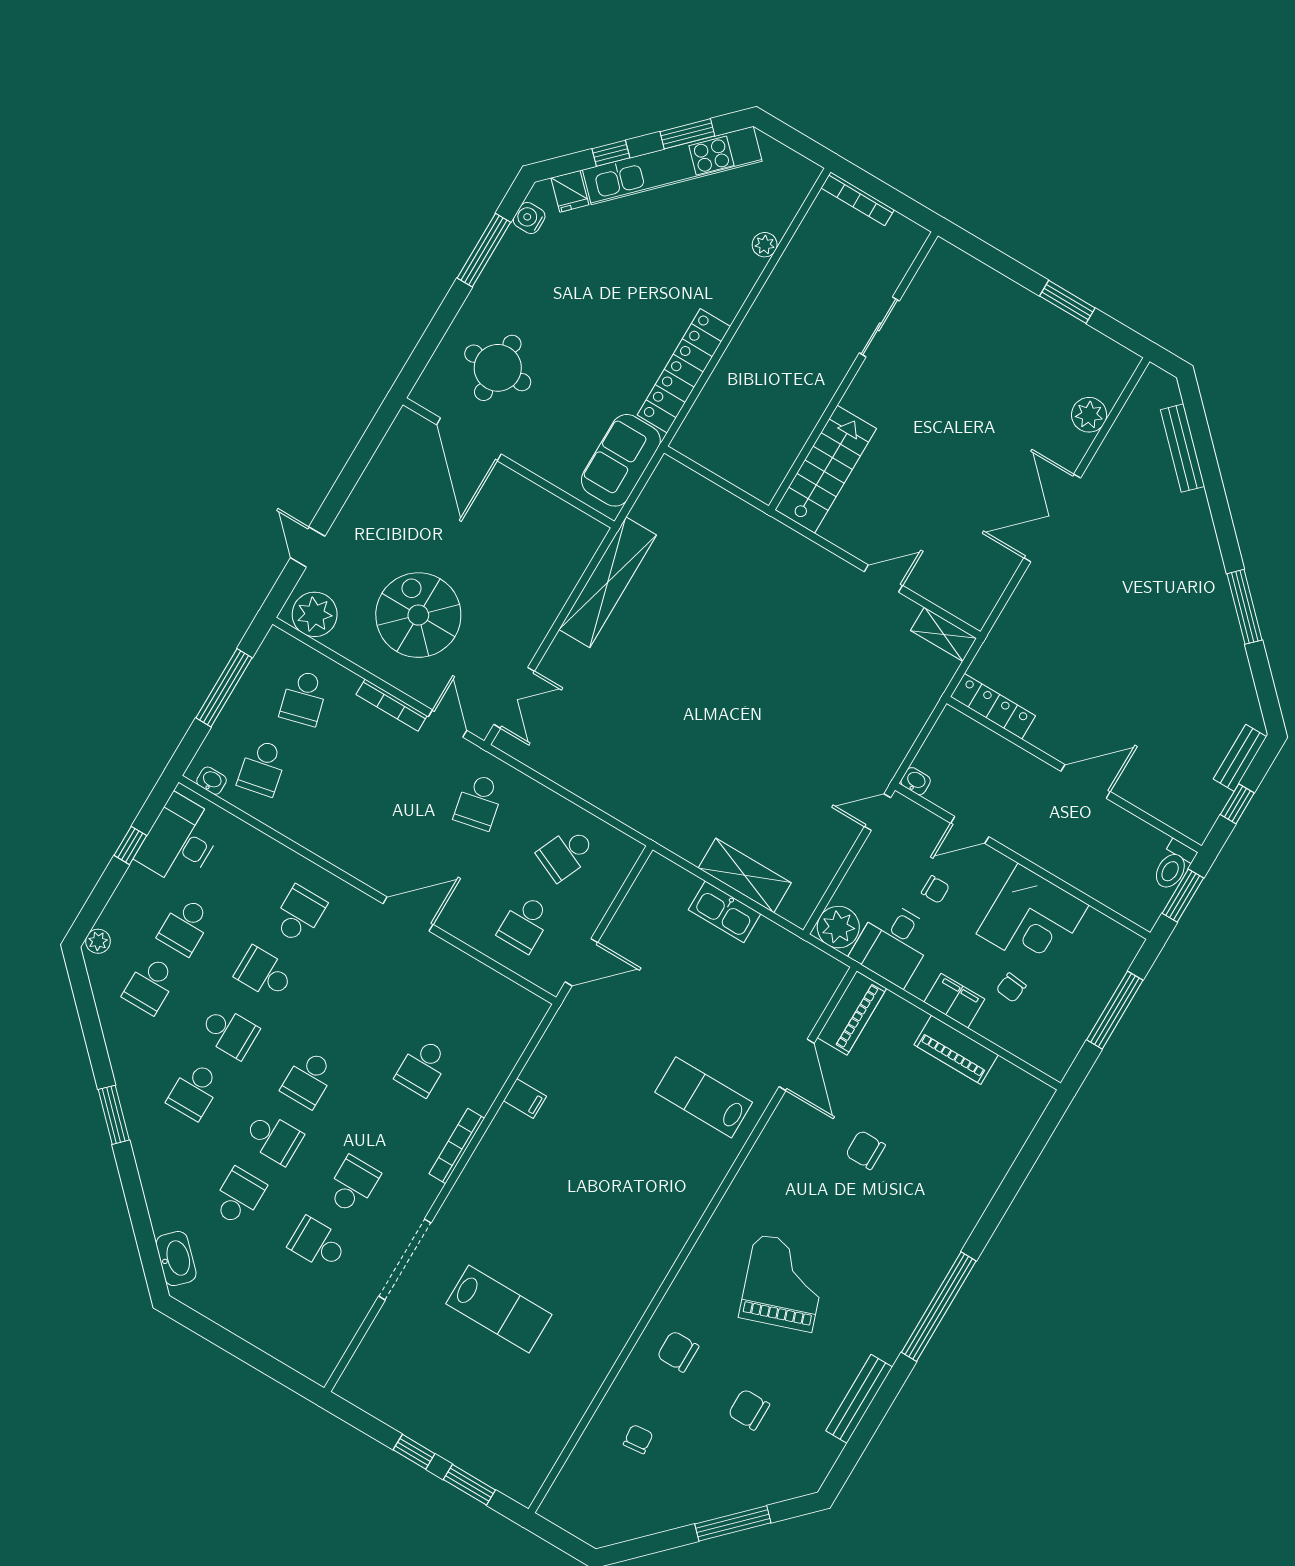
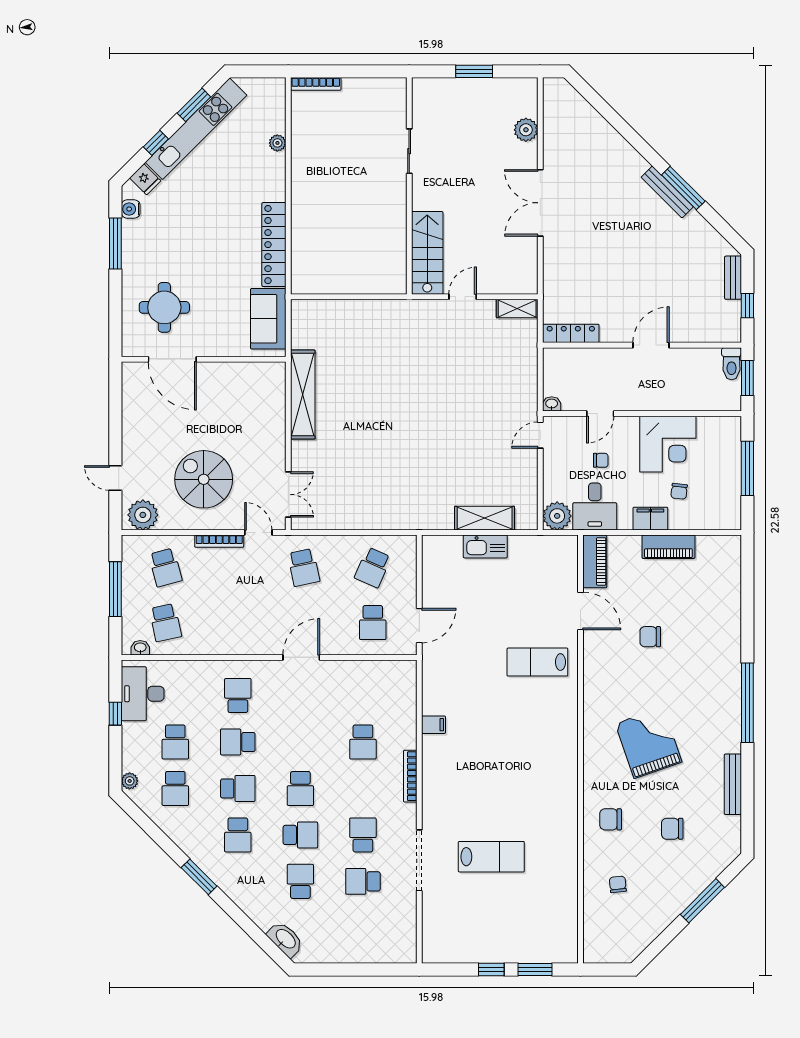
sliding door: (879, 327) -> (409, 151), moved
wall: (853, 371) -> (409, 186), moved
bench: (1183, 448) -> (667, 192), moved
stairs: (826, 469) -> (427, 253), moved

